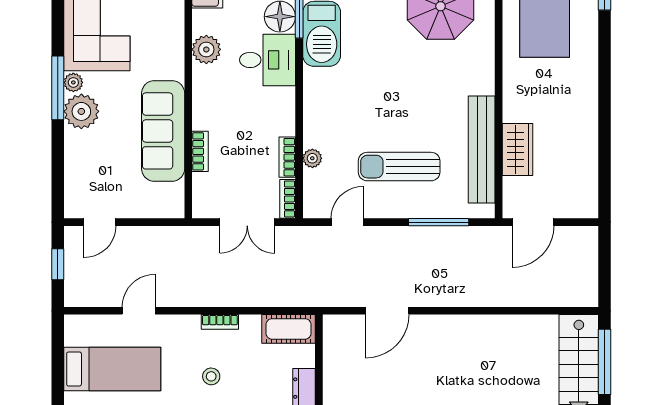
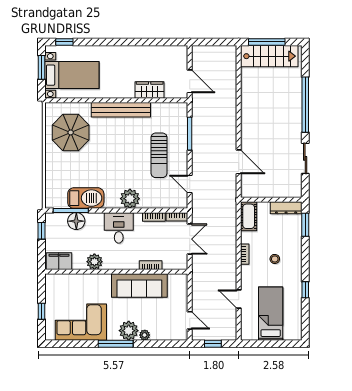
desk: (268, 60) -> (119, 228), moved
plant: (73, 82) -> (145, 335), moved
bench: (482, 150) -> (121, 110), moved
plant: (312, 158) -> (130, 199), moved, width x1.87, depth x1.87

